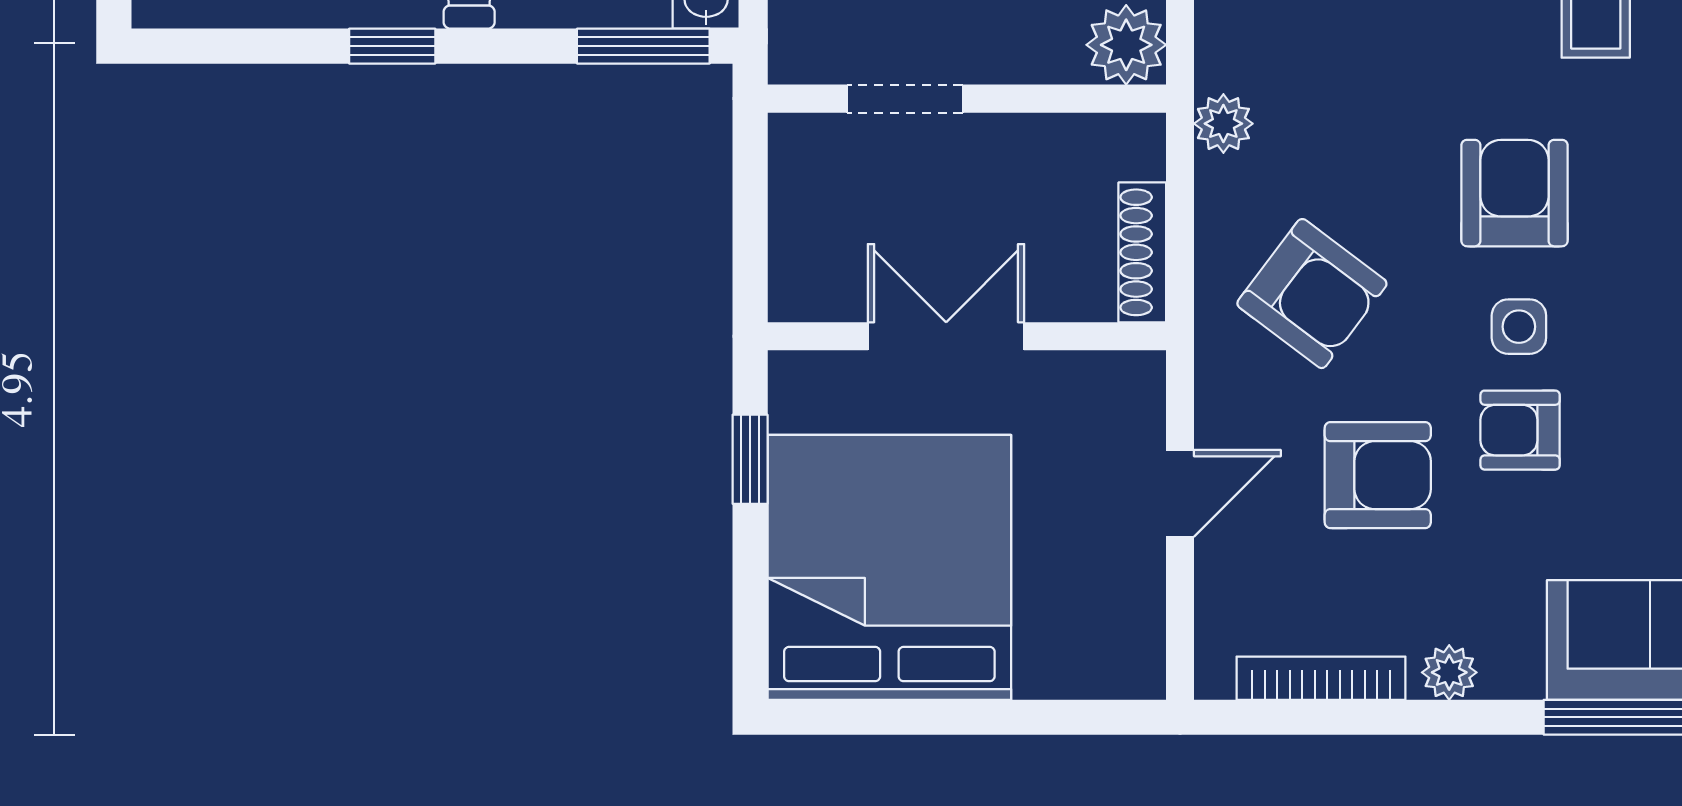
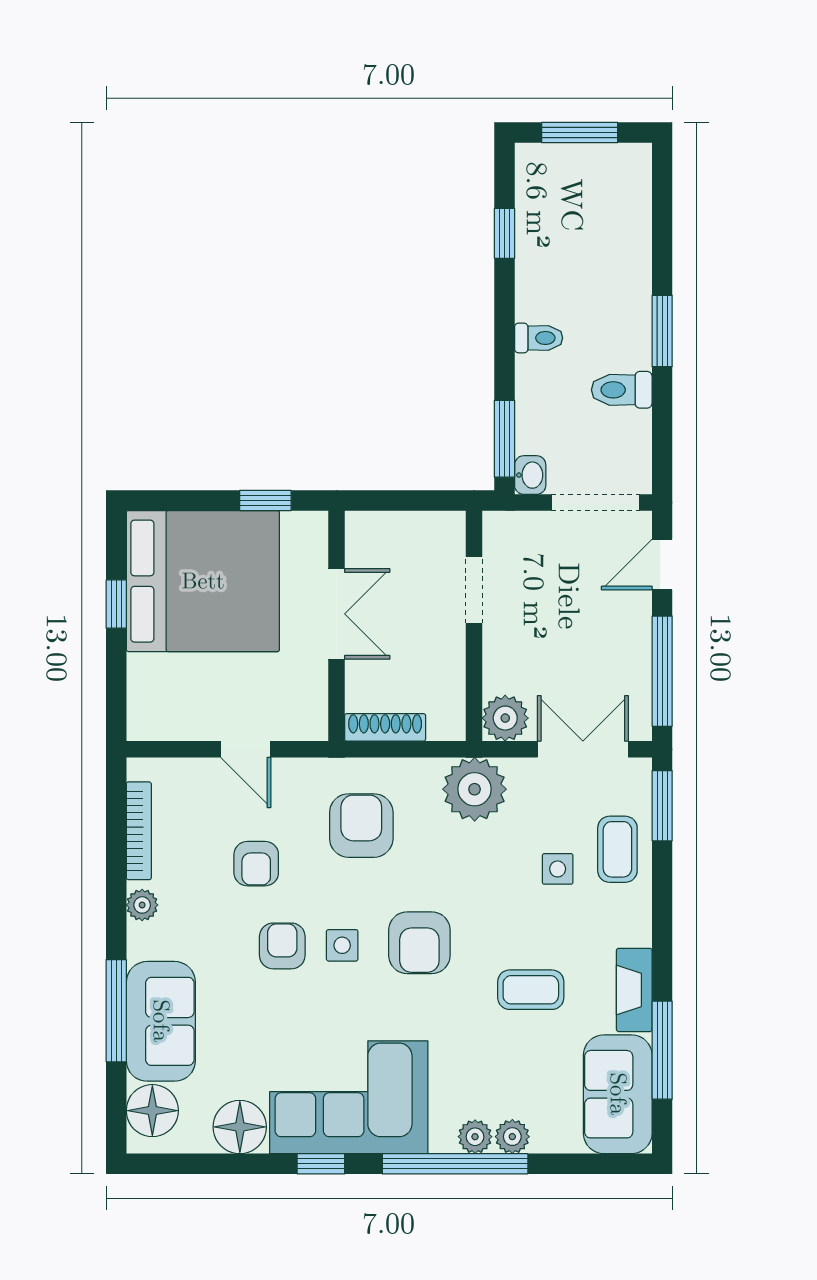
window: (392, 46) -> (504, 233), moved
plant: (1223, 124) -> (475, 789), width x1.88, depth x1.88
armchair: (1514, 193) -> (419, 943), turned 90
armchair: (1312, 294) -> (361, 826), turned 143
armchair: (1378, 475) -> (256, 864), width x0.72, depth x0.72
window: (929, 717) -> (116, 604), added

